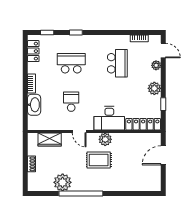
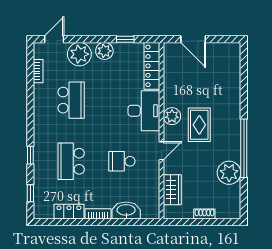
locker: (33, 51) -> (69, 212), moved
school desk: (117, 63) -> (71, 100), turned 90
plant: (156, 65) -> (79, 54), width x1.87, depth x1.87

